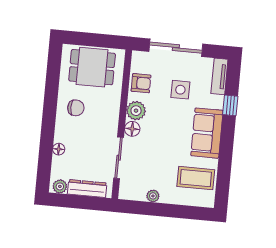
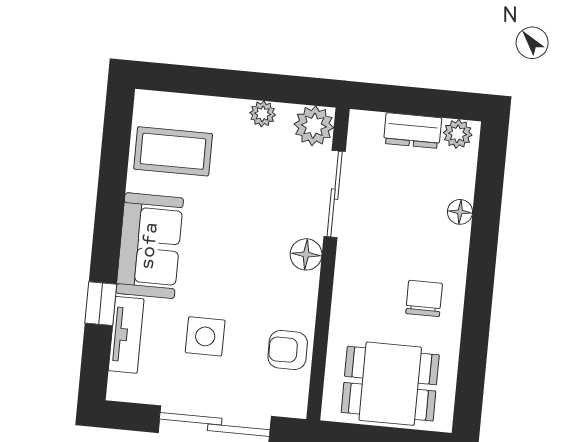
tv unit: (219, 76) -> (126, 335), moved
chair: (76, 108) -> (424, 298), turned 90
plant: (136, 111) -> (314, 126), moved
dresser: (87, 189) -> (413, 131), width x0.70

